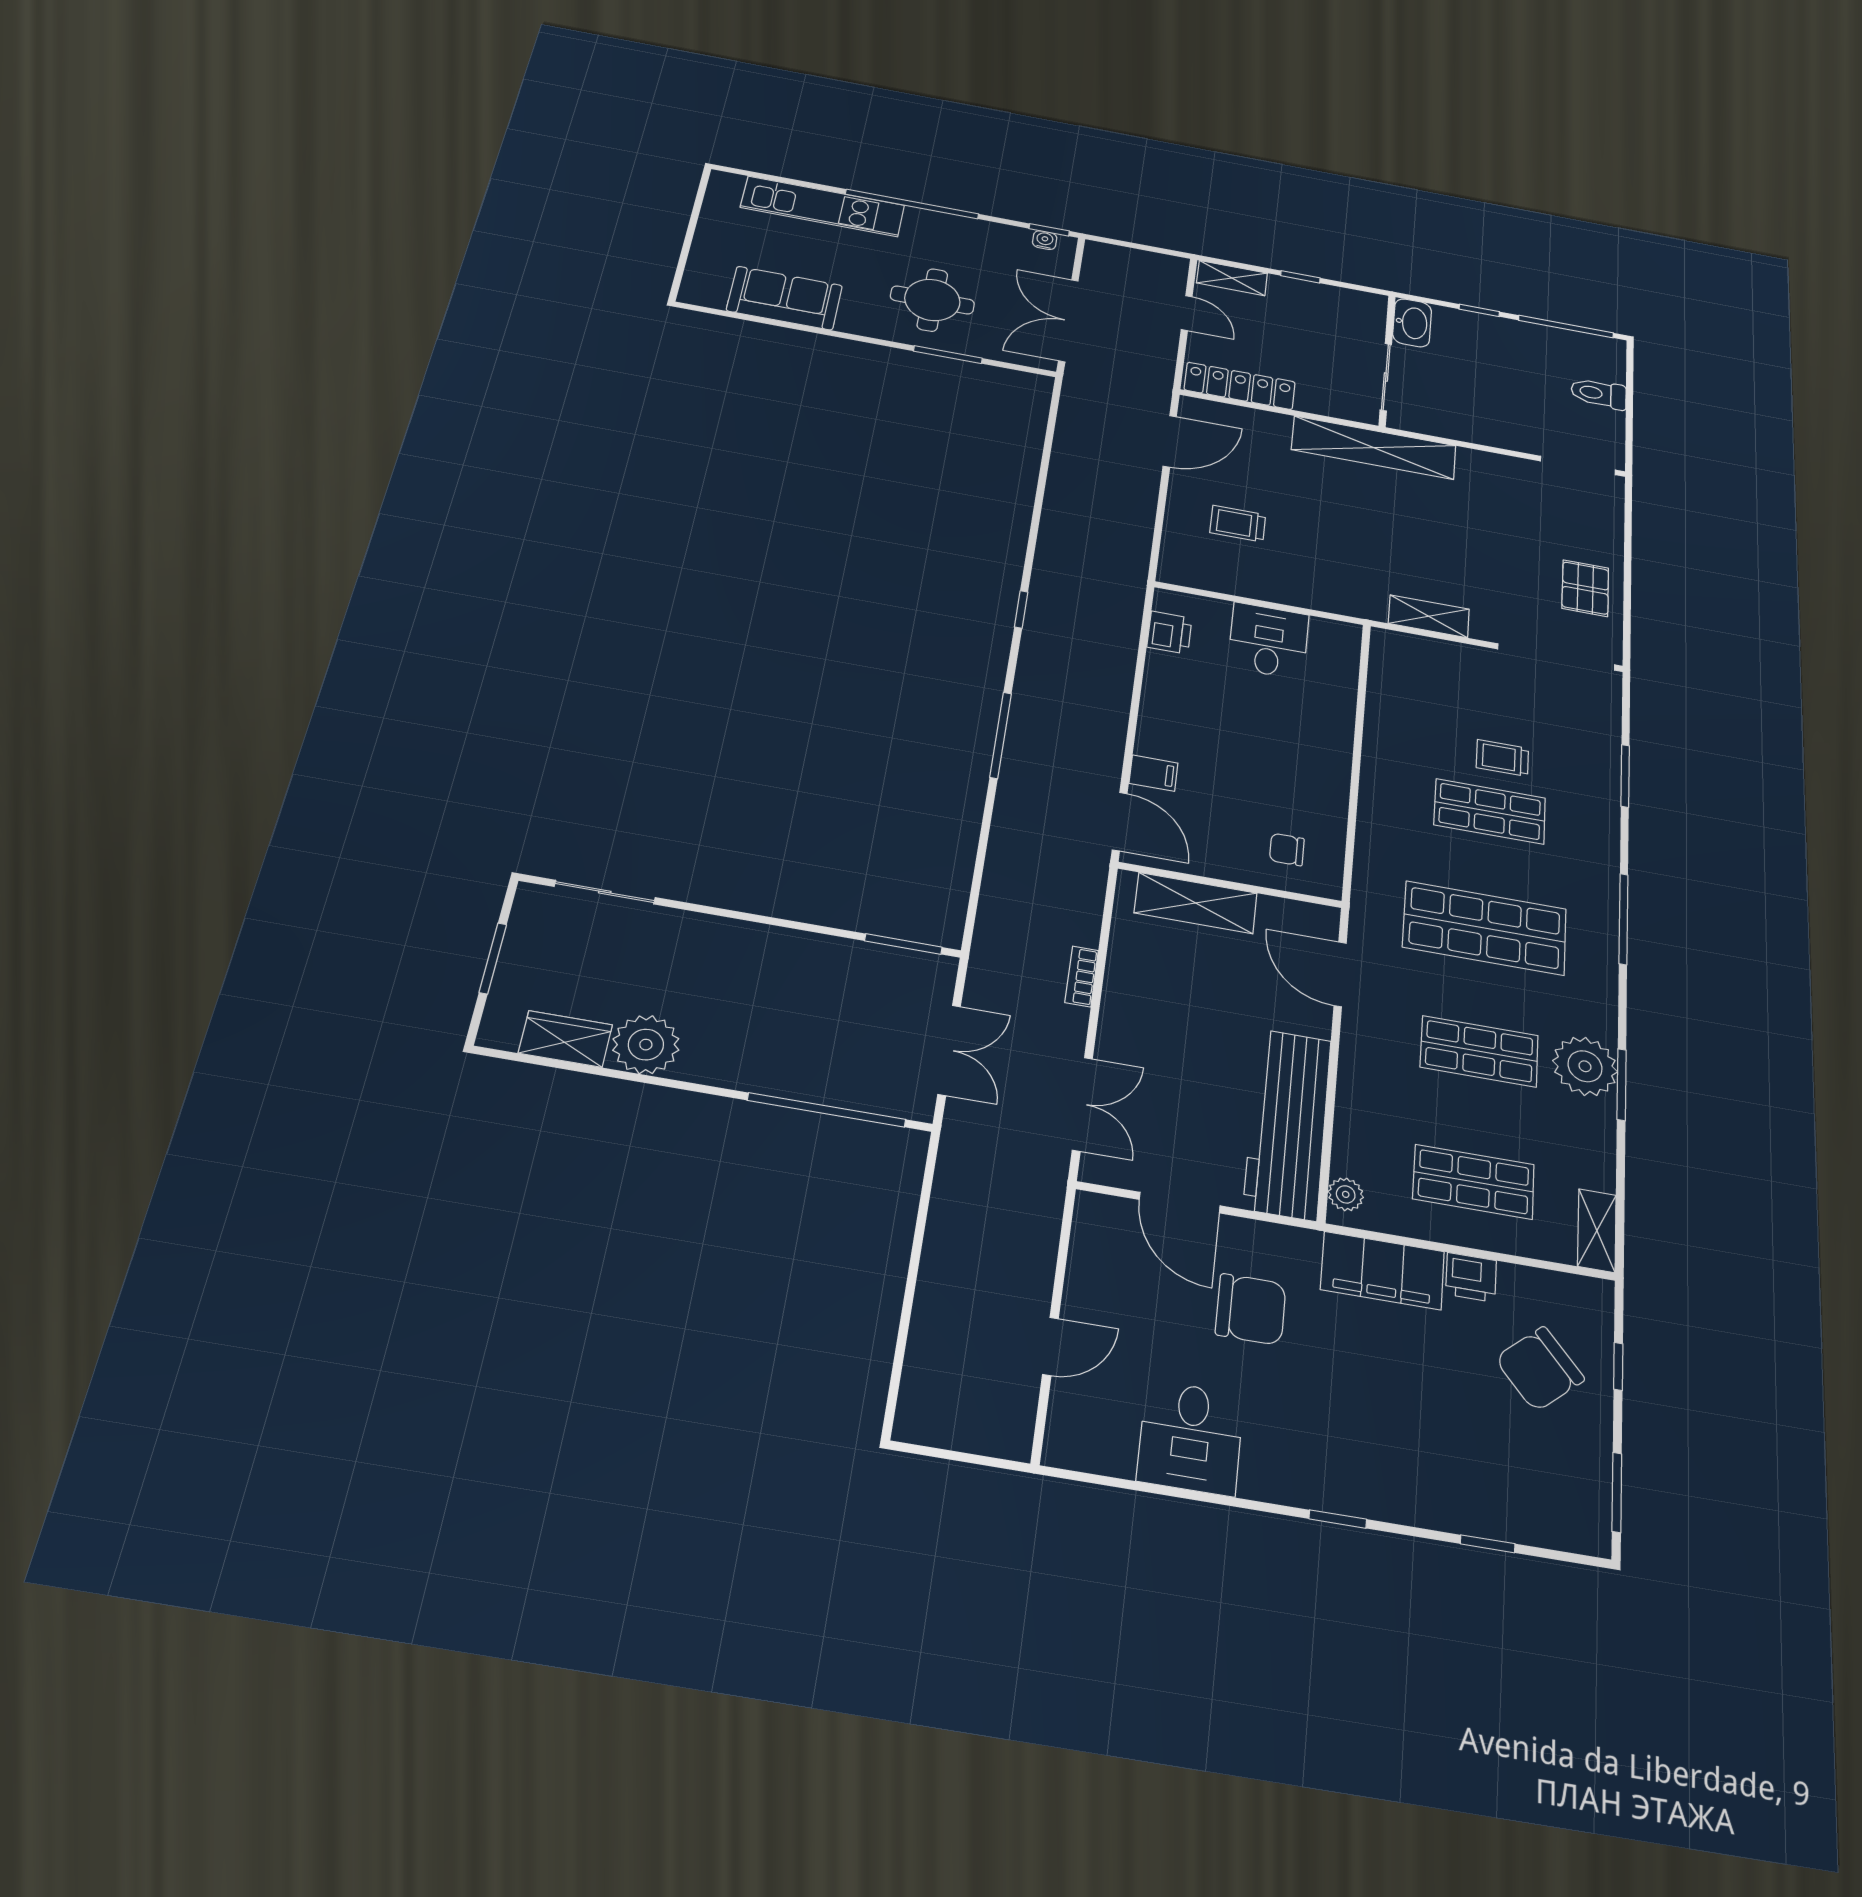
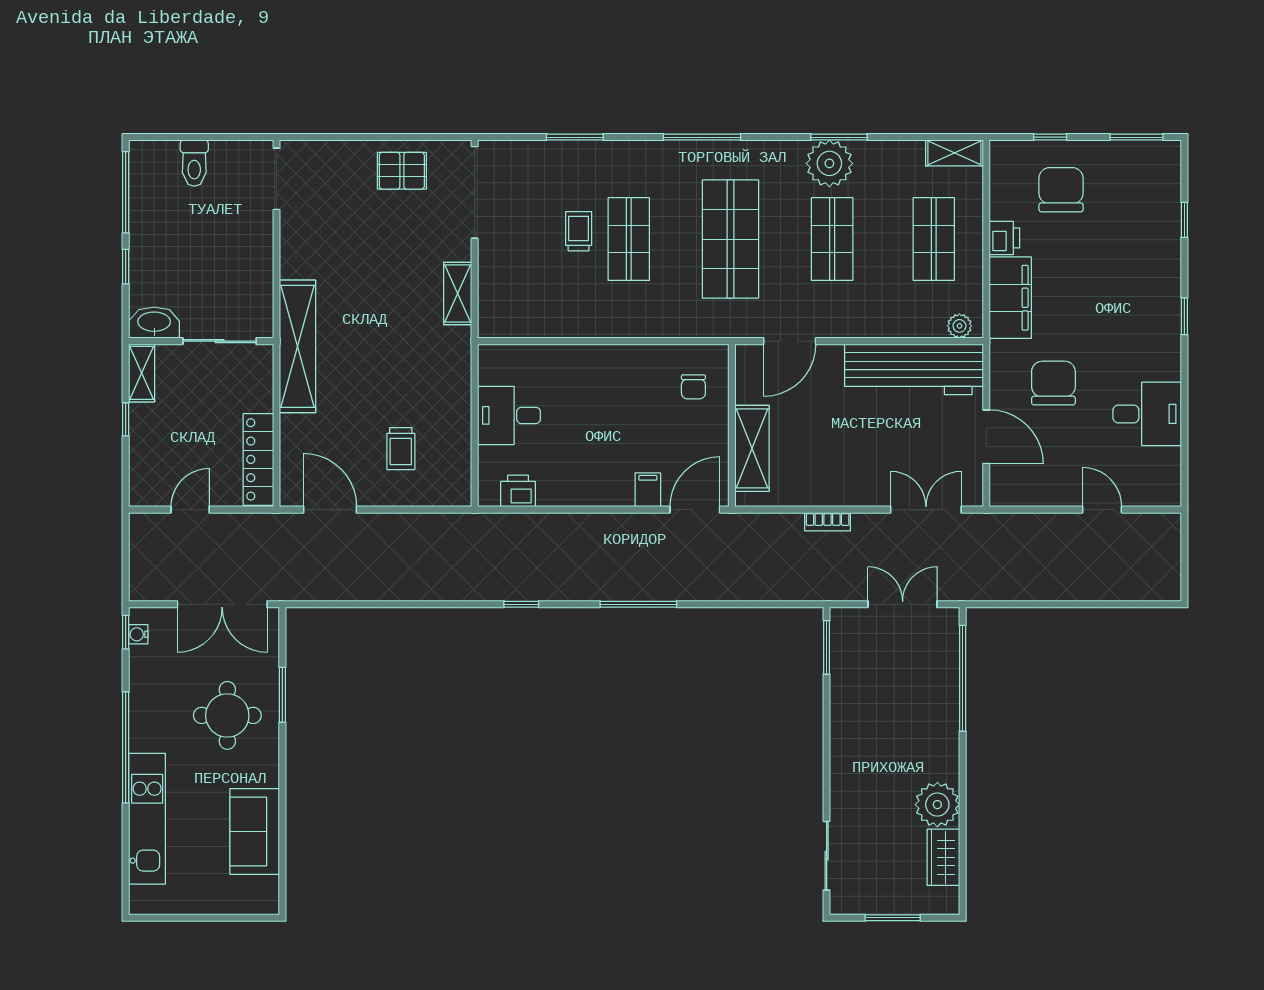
shelving: (1232, 278) -> (142, 373), moved
trolley: (1502, 758) -> (579, 231), turned 180
door: (1180, 1203) -> (986, 437), hinge flipped
chair: (1540, 1369) -> (1061, 190), turned -139

